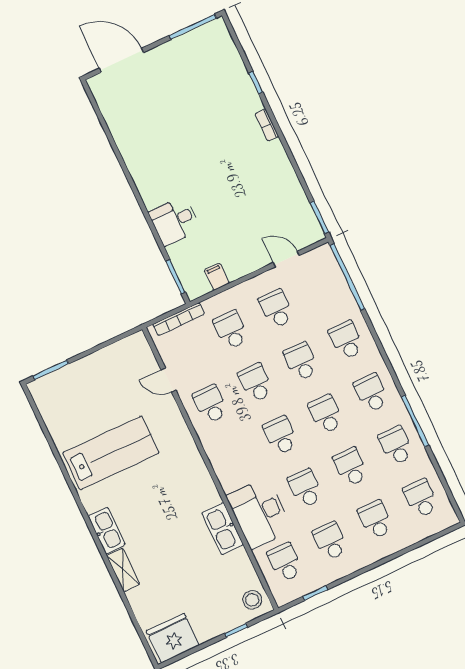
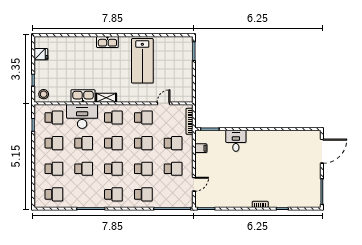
school desk: (396, 446) -> (113, 118), moved
shelving: (123, 570) -> (106, 98), moved
fridge: (173, 638) -> (41, 54), width x0.53, depth x0.75

